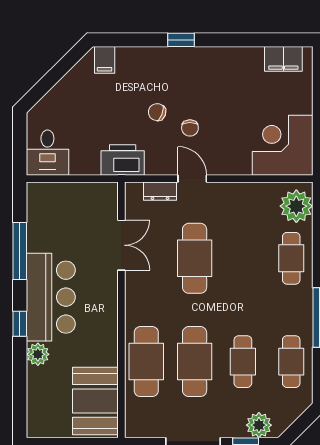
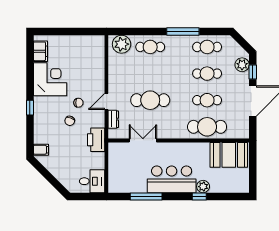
corner desk: (283, 145) -> (50, 79), moved, turned 180
window: (20, 324) -> (199, 196), moved
cafe table: (195, 362) -> (207, 100), width x0.73, depth x0.74

